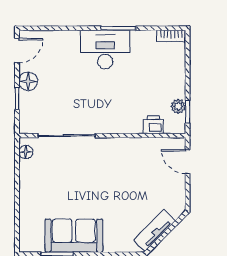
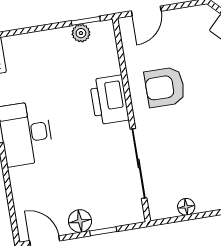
printer: (153, 125) -> (109, 100), moved, width x1.87, depth x1.48
floor lamp: (26, 152) -> (186, 207), moved
armchair: (124, 166) -> (165, 87), added

